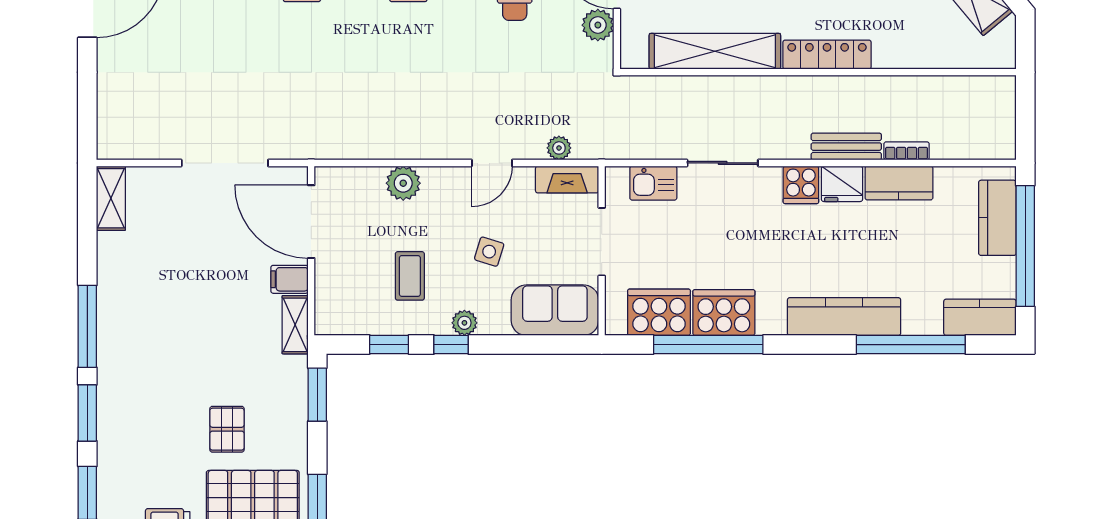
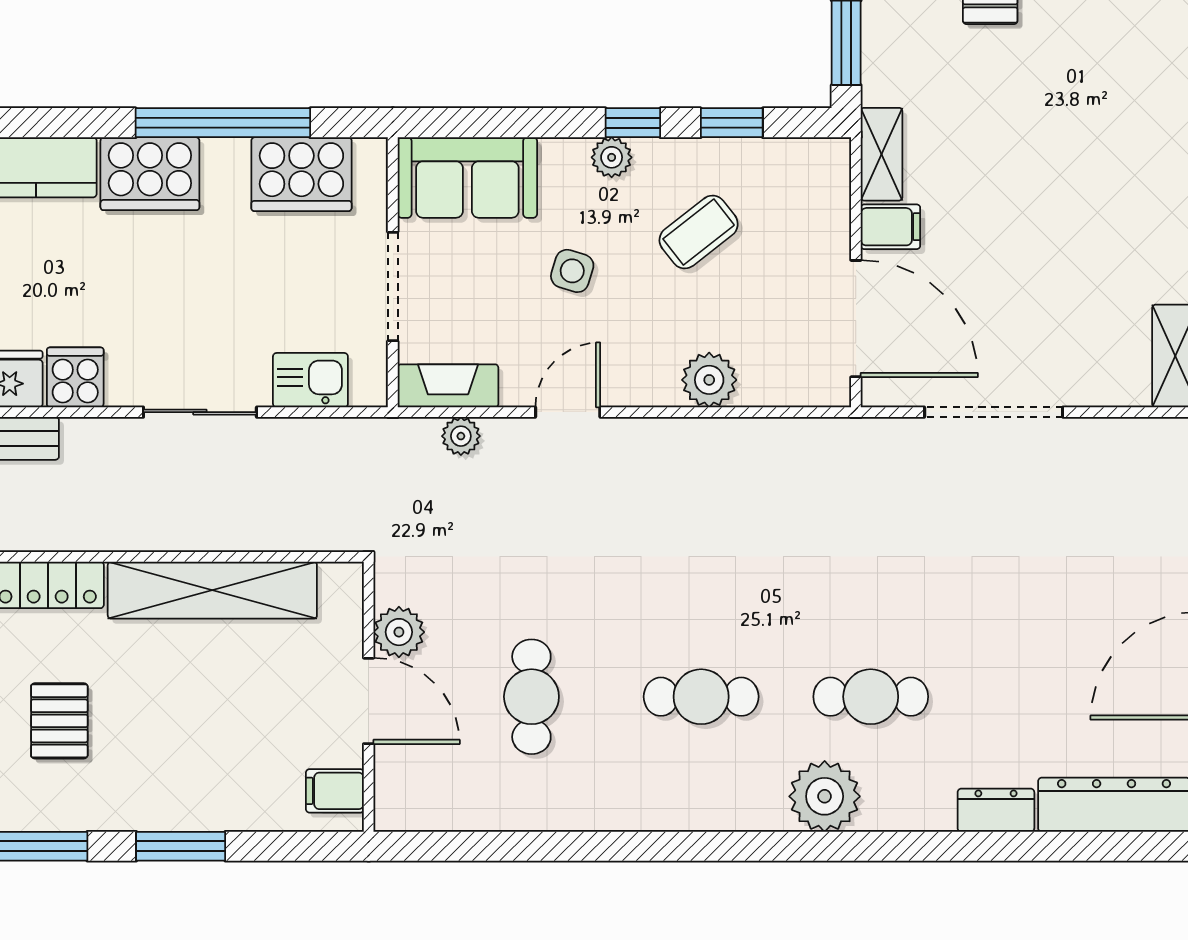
coffee table: (410, 276) -> (699, 232), turned 52
cooker: (724, 313) -> (150, 174), moved

